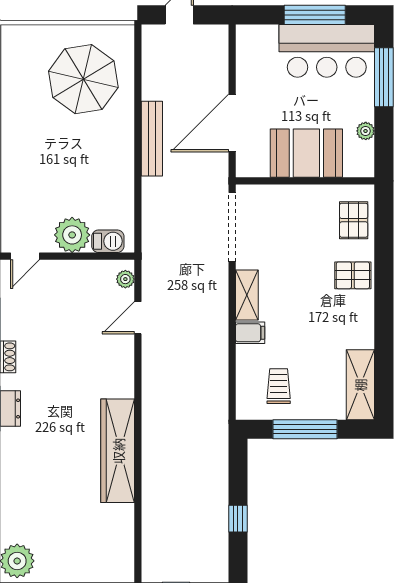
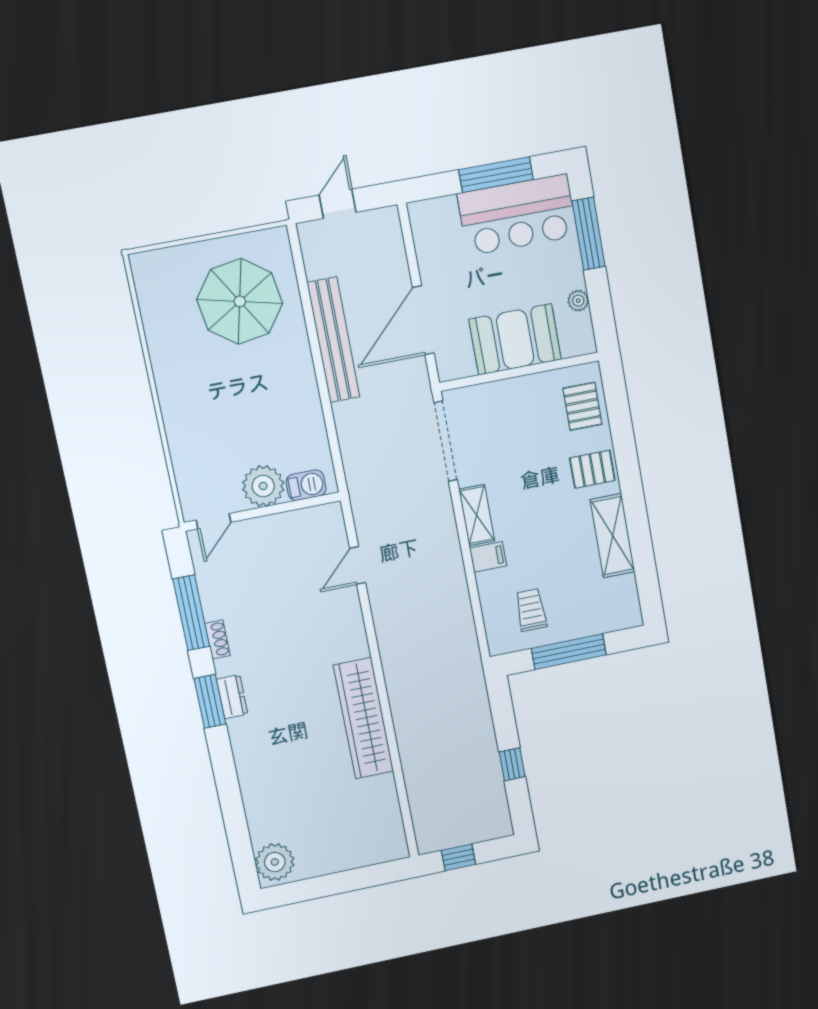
bench: (152, 139) -> (333, 340), width x1.37, depth x1.21
plant: (125, 279) -> (335, 524), removed
shelving: (360, 385) -> (613, 536), moved

